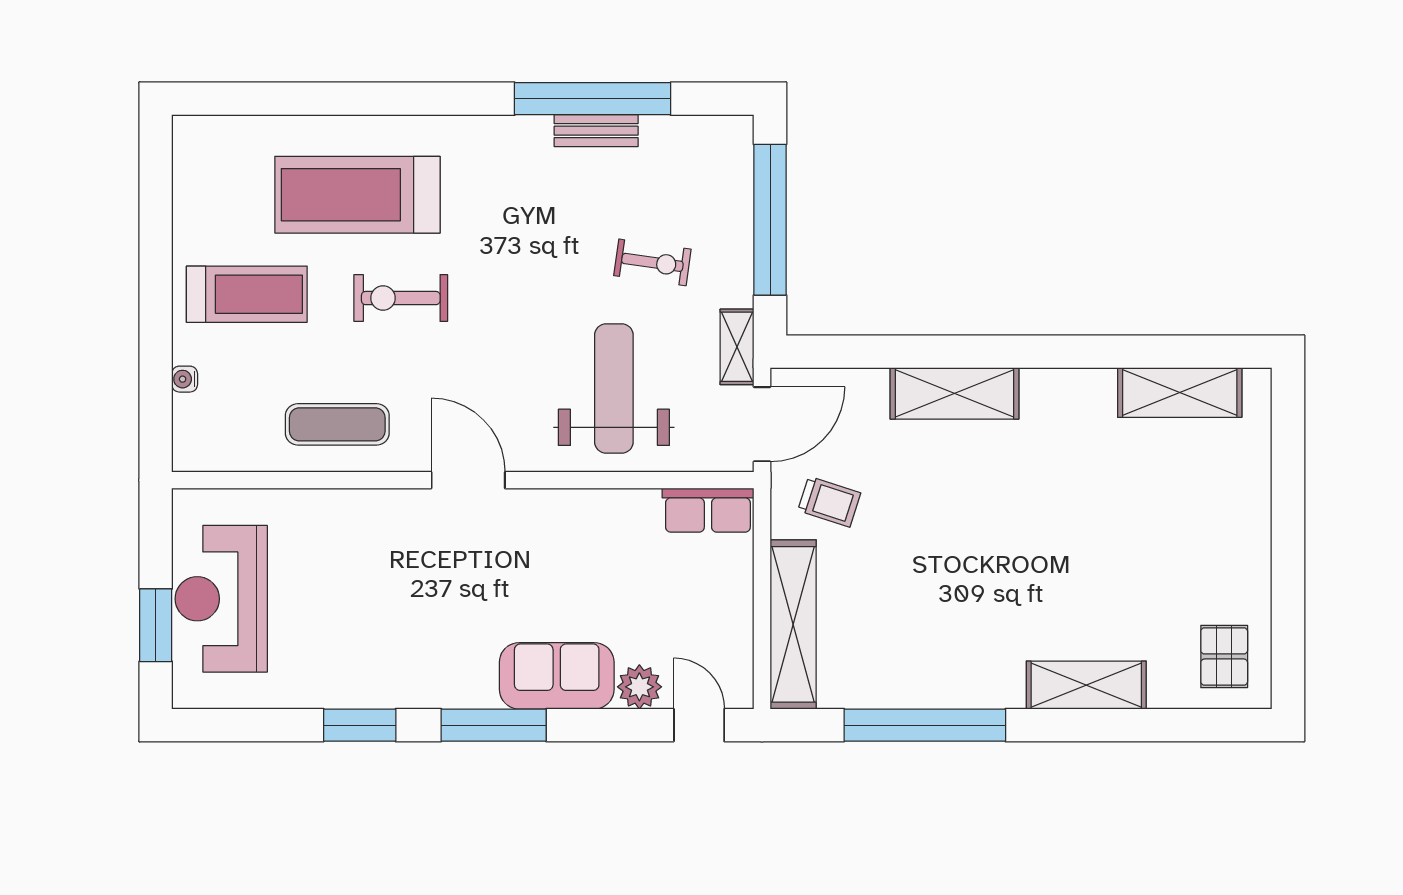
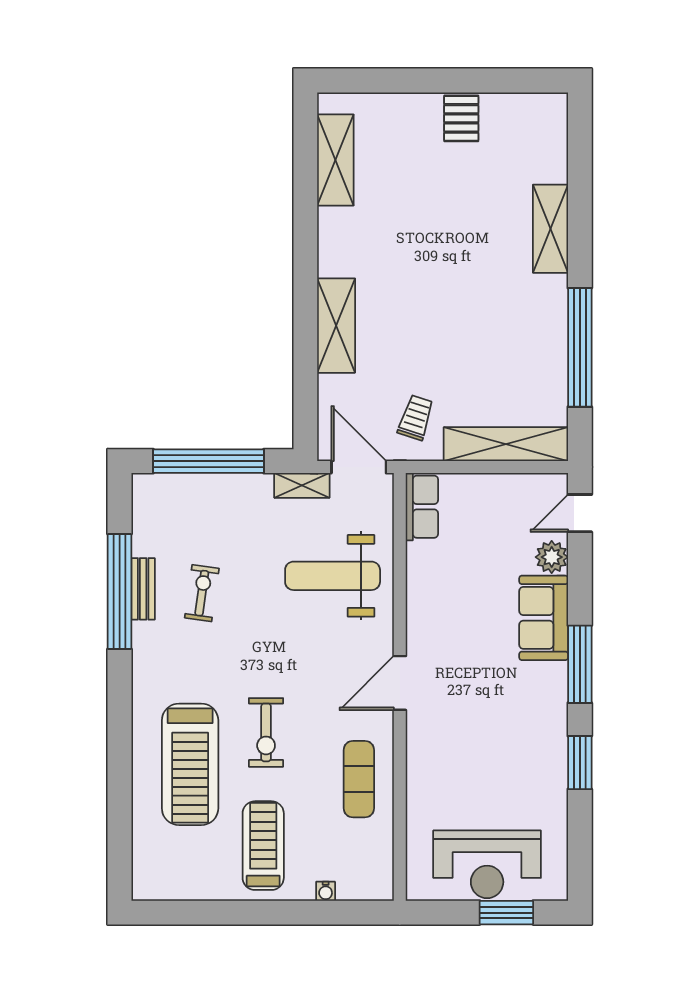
exercise bike: (652, 262) -> (202, 593), moved
pallet: (1224, 656) -> (461, 118), moved, turned 90

